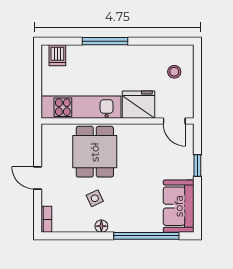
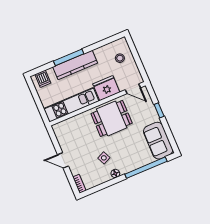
kitchen counter: (109, 55) -> (75, 65), added
dining table: (95, 152) -> (112, 118), moved, turned 90

